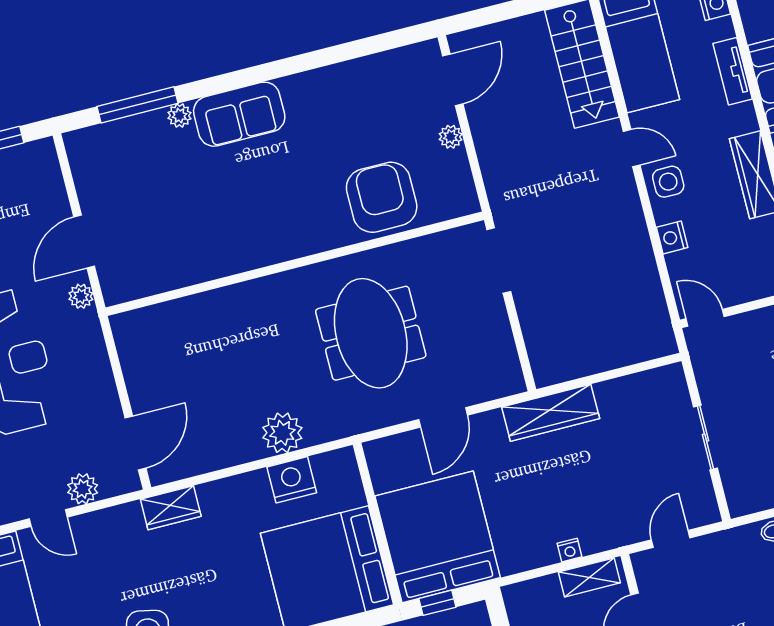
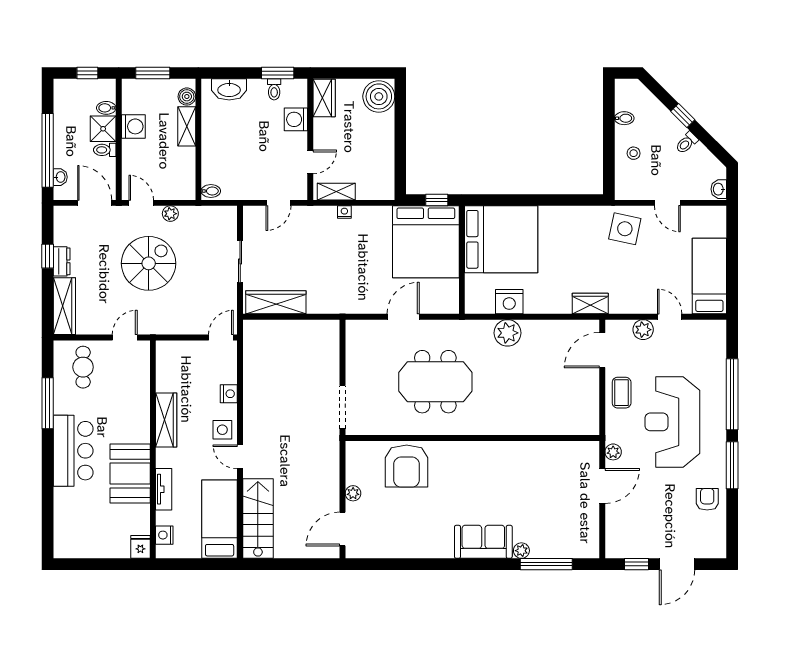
door: (705, 318) -> (221, 338), swing flipped
meeting table: (371, 333) -> (435, 382), turned 90
coffee table: (91, 387) -> (622, 393), added
wardrobe: (551, 413) -> (276, 302), moved

